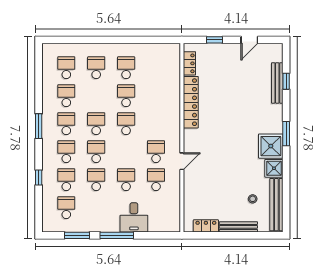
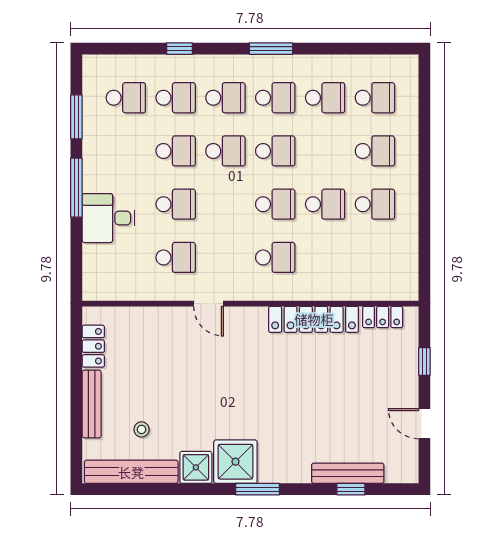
school desk: (156, 152) -> (275, 257), moved

